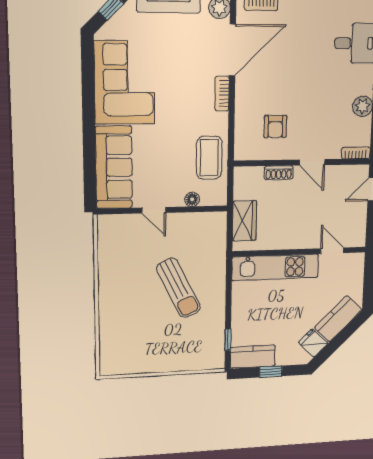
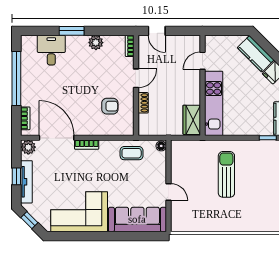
coffee table: (209, 158) -> (132, 153), width x0.73, depth x0.77
floor lamp: (192, 199) -> (161, 146), moved
door: (154, 210) -> (168, 192), hinge flipped
wardrobe: (244, 221) -> (192, 120), moved, turned -90
sun lounger: (179, 288) -> (226, 174), turned -64

